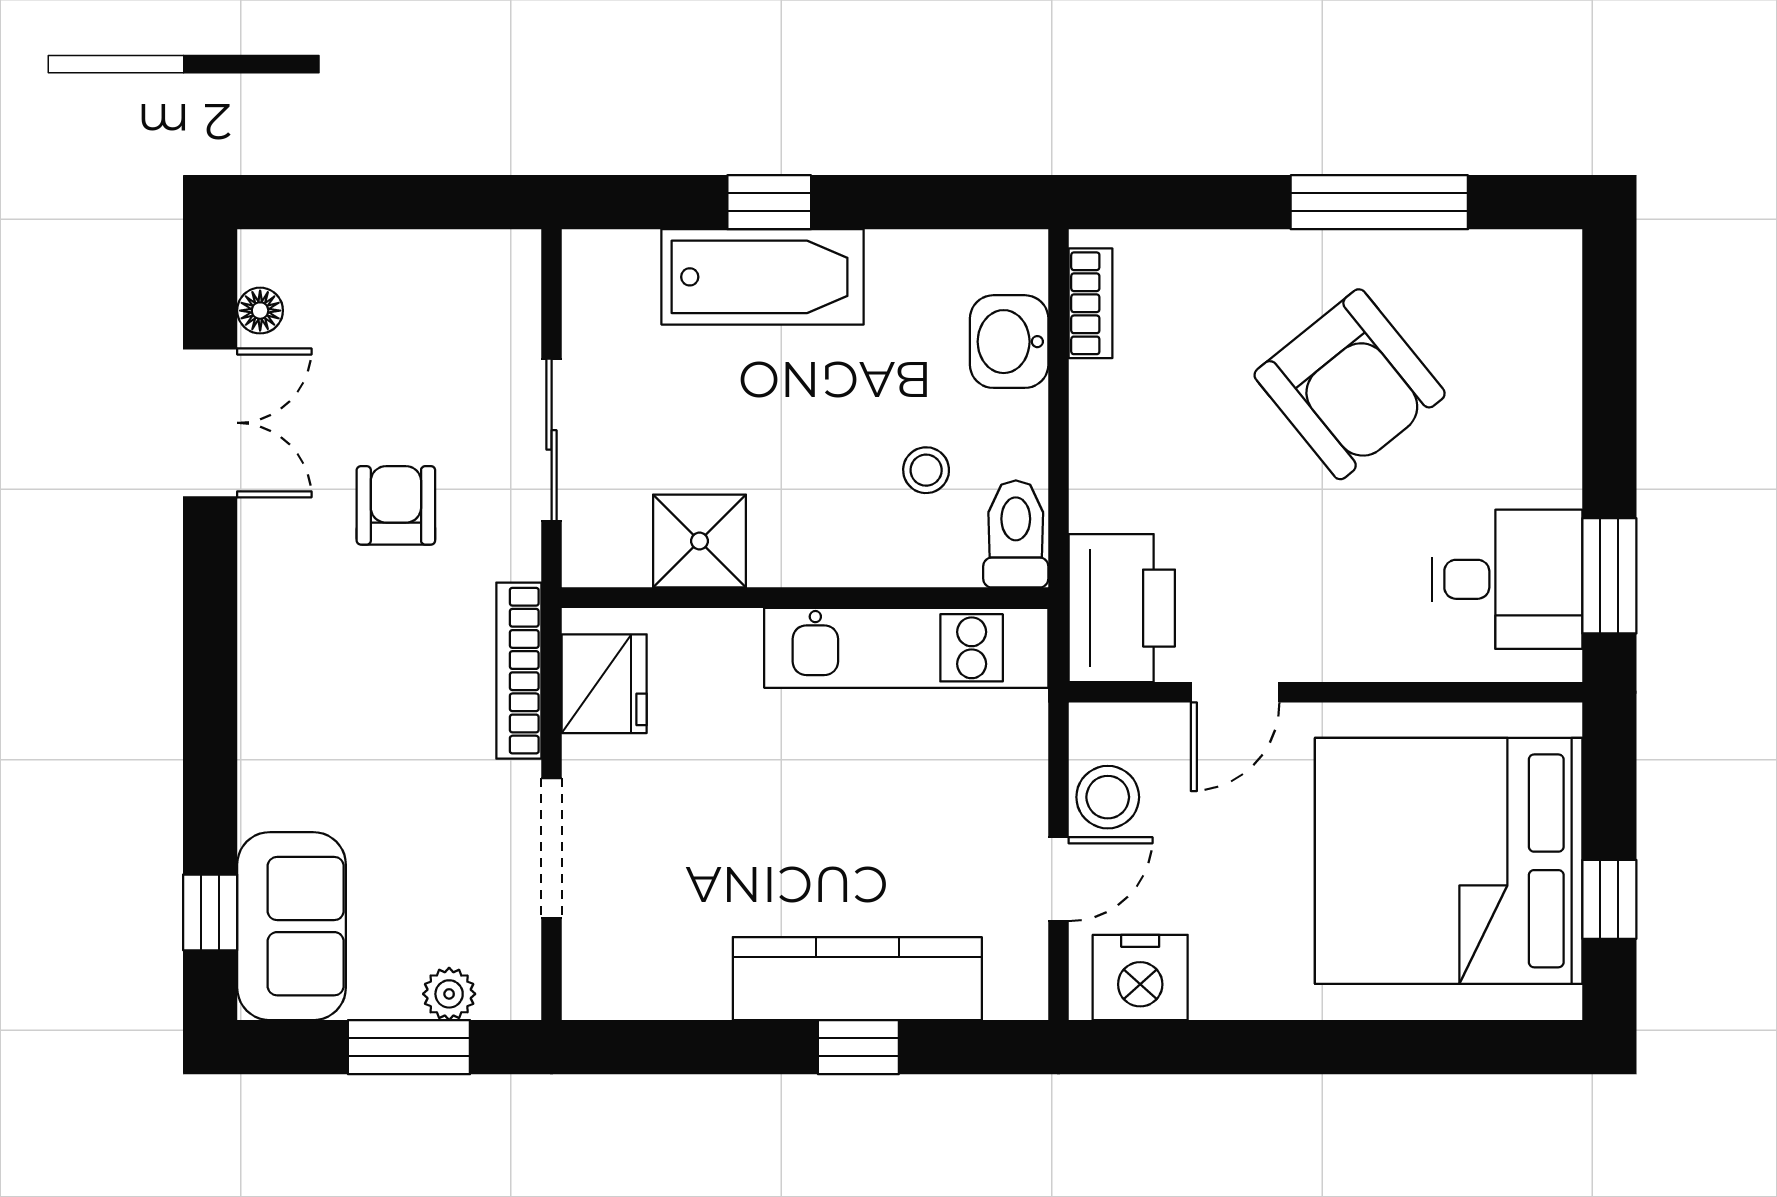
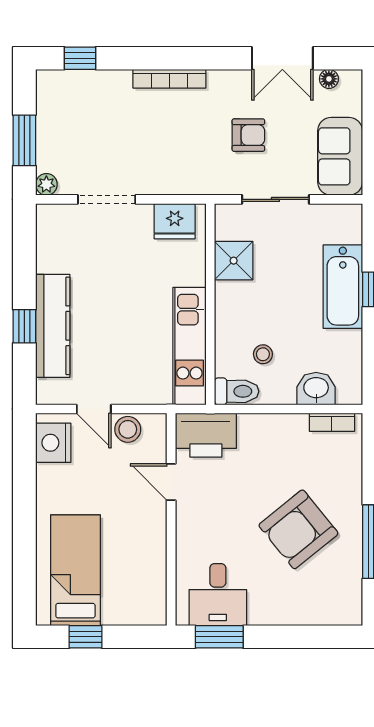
bookcase: (519, 671) -> (169, 79), moved, turned 180
bed: (1449, 861) -> (75, 570), width x0.49
sofa: (292, 926) -> (340, 156), moved, turned 90
plant: (449, 994) -> (46, 184), moved

